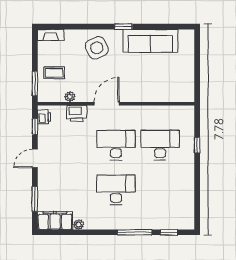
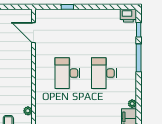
door: (107, 104) -> (33, 33), moved
printer: (77, 113) -> (128, 16), moved, turned 90
desk: (160, 145) -> (67, 37), removed

